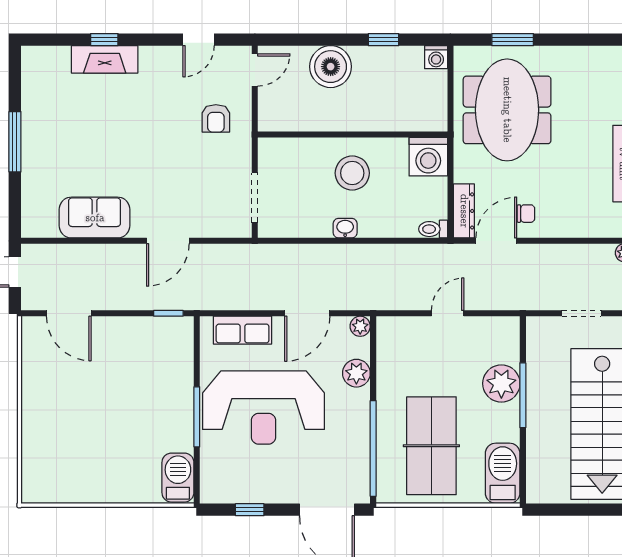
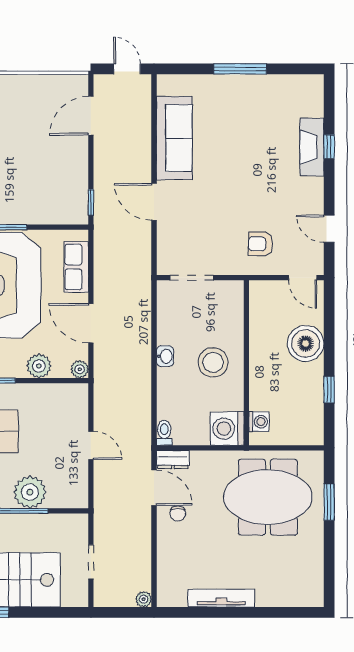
washing machine: (436, 57) -> (259, 422), moved, turned 180
dresser: (464, 211) -> (173, 460), width x0.70
sofa: (95, 218) -> (174, 138), width x1.36

